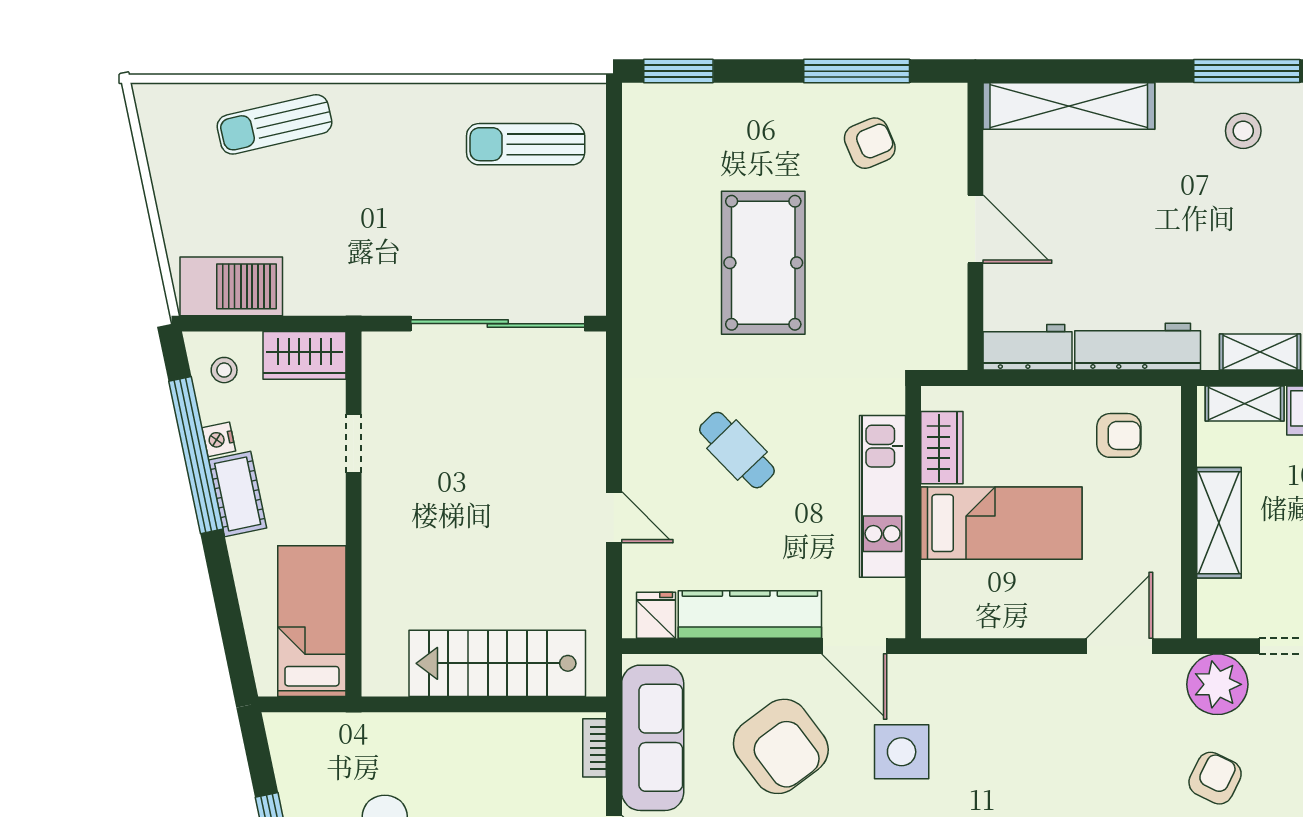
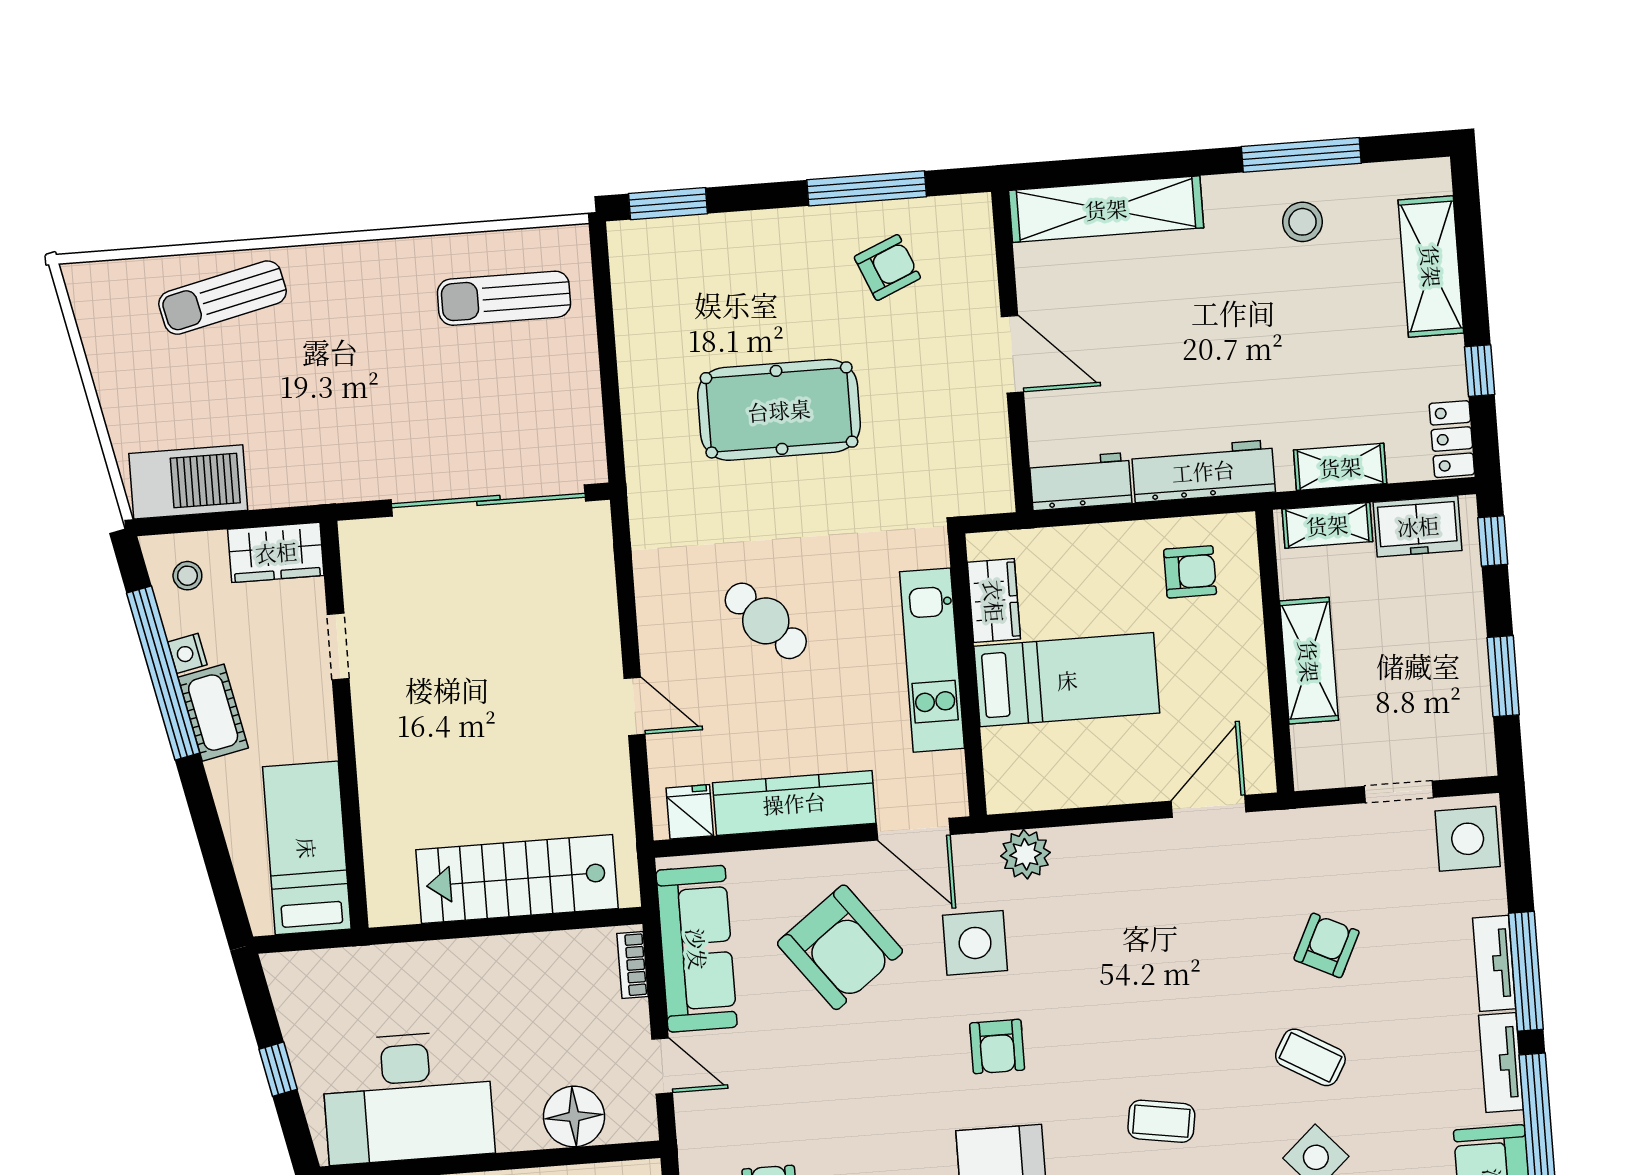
pool table: (763, 263) -> (779, 410), turned 90
plant: (1217, 684) -> (1026, 854), moved, width x0.73, depth x0.73

